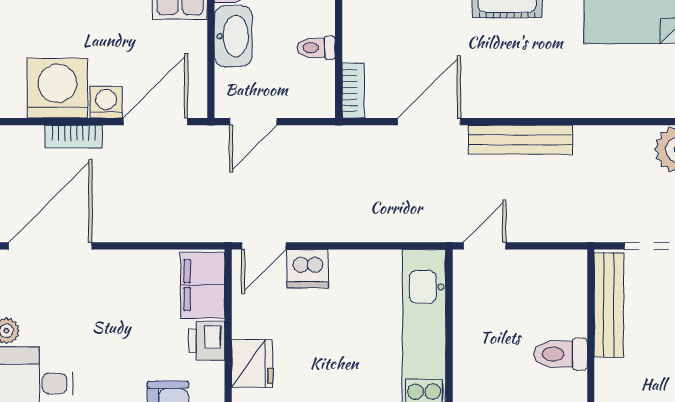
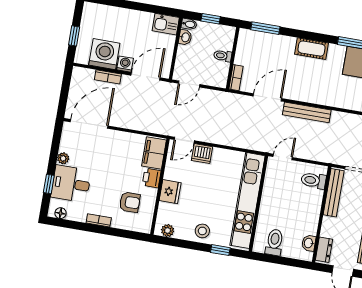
washbasin: (233, 36) -> (185, 37), width x0.52, depth x0.69
toilet: (561, 354) -> (314, 180), moved

